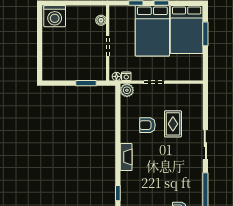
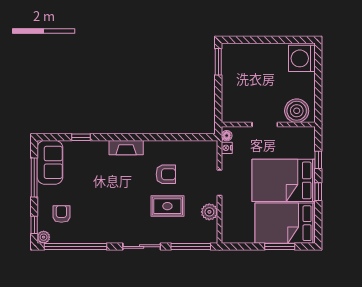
boiler: (101, 20) -> (297, 111), width x1.86, depth x1.86
window: (86, 83) -> (218, 62), moved
plant: (127, 90) -> (209, 212), moved
window: (205, 105) -> (191, 247), added
armchair: (147, 125) -> (166, 174), turned 90

